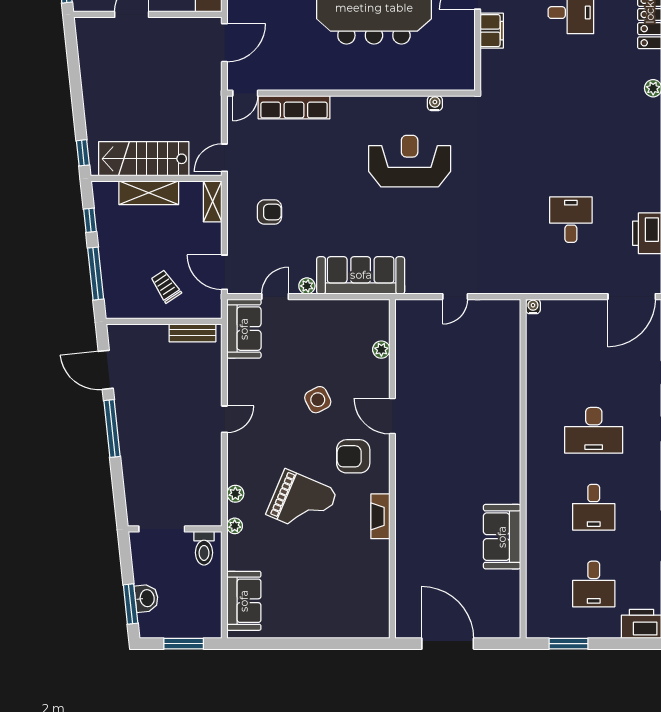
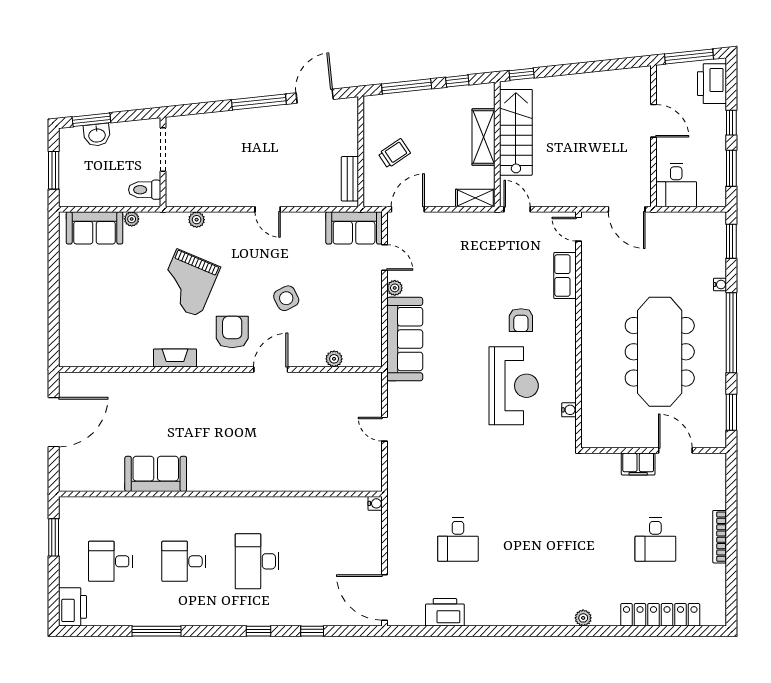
row of seats: (294, 107) -> (565, 276), width x0.68
armchair: (269, 212) -> (521, 320), moved
desk: (571, 220) -> (458, 540), turned 90
plant: (235, 526) -> (132, 219), moved

